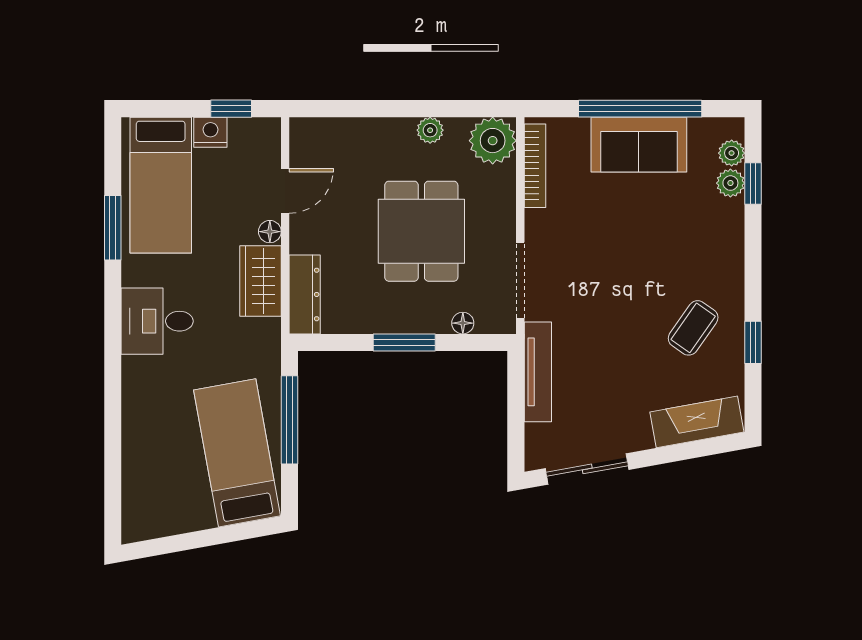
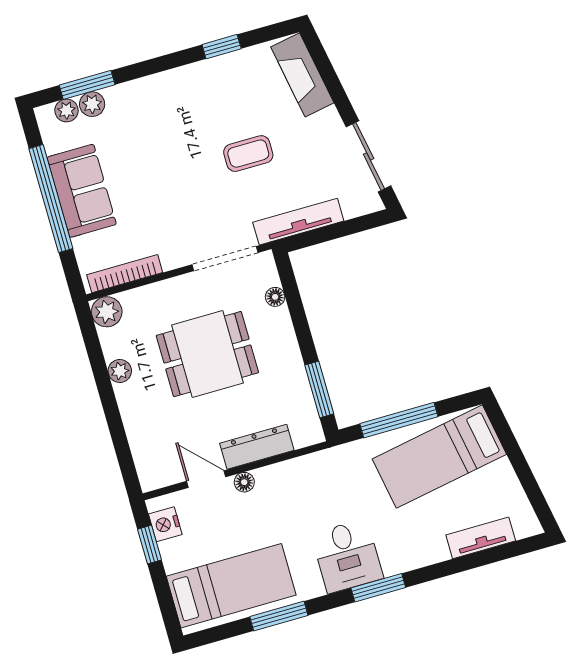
nightstand: (210, 132) -> (165, 524), moved
plant: (493, 141) -> (107, 312), width x0.73, depth x0.73
window: (753, 184) -> (87, 85), width x1.50
wardrobe: (261, 281) -> (288, 478), removed
dresser: (305, 294) -> (257, 447), moved
coffee table: (693, 328) -> (248, 154), moved, turned -35
window: (404, 342) -> (319, 389), moved
window: (113, 345) -> (378, 588), added
tv unit: (135, 473) -> (481, 538), added

